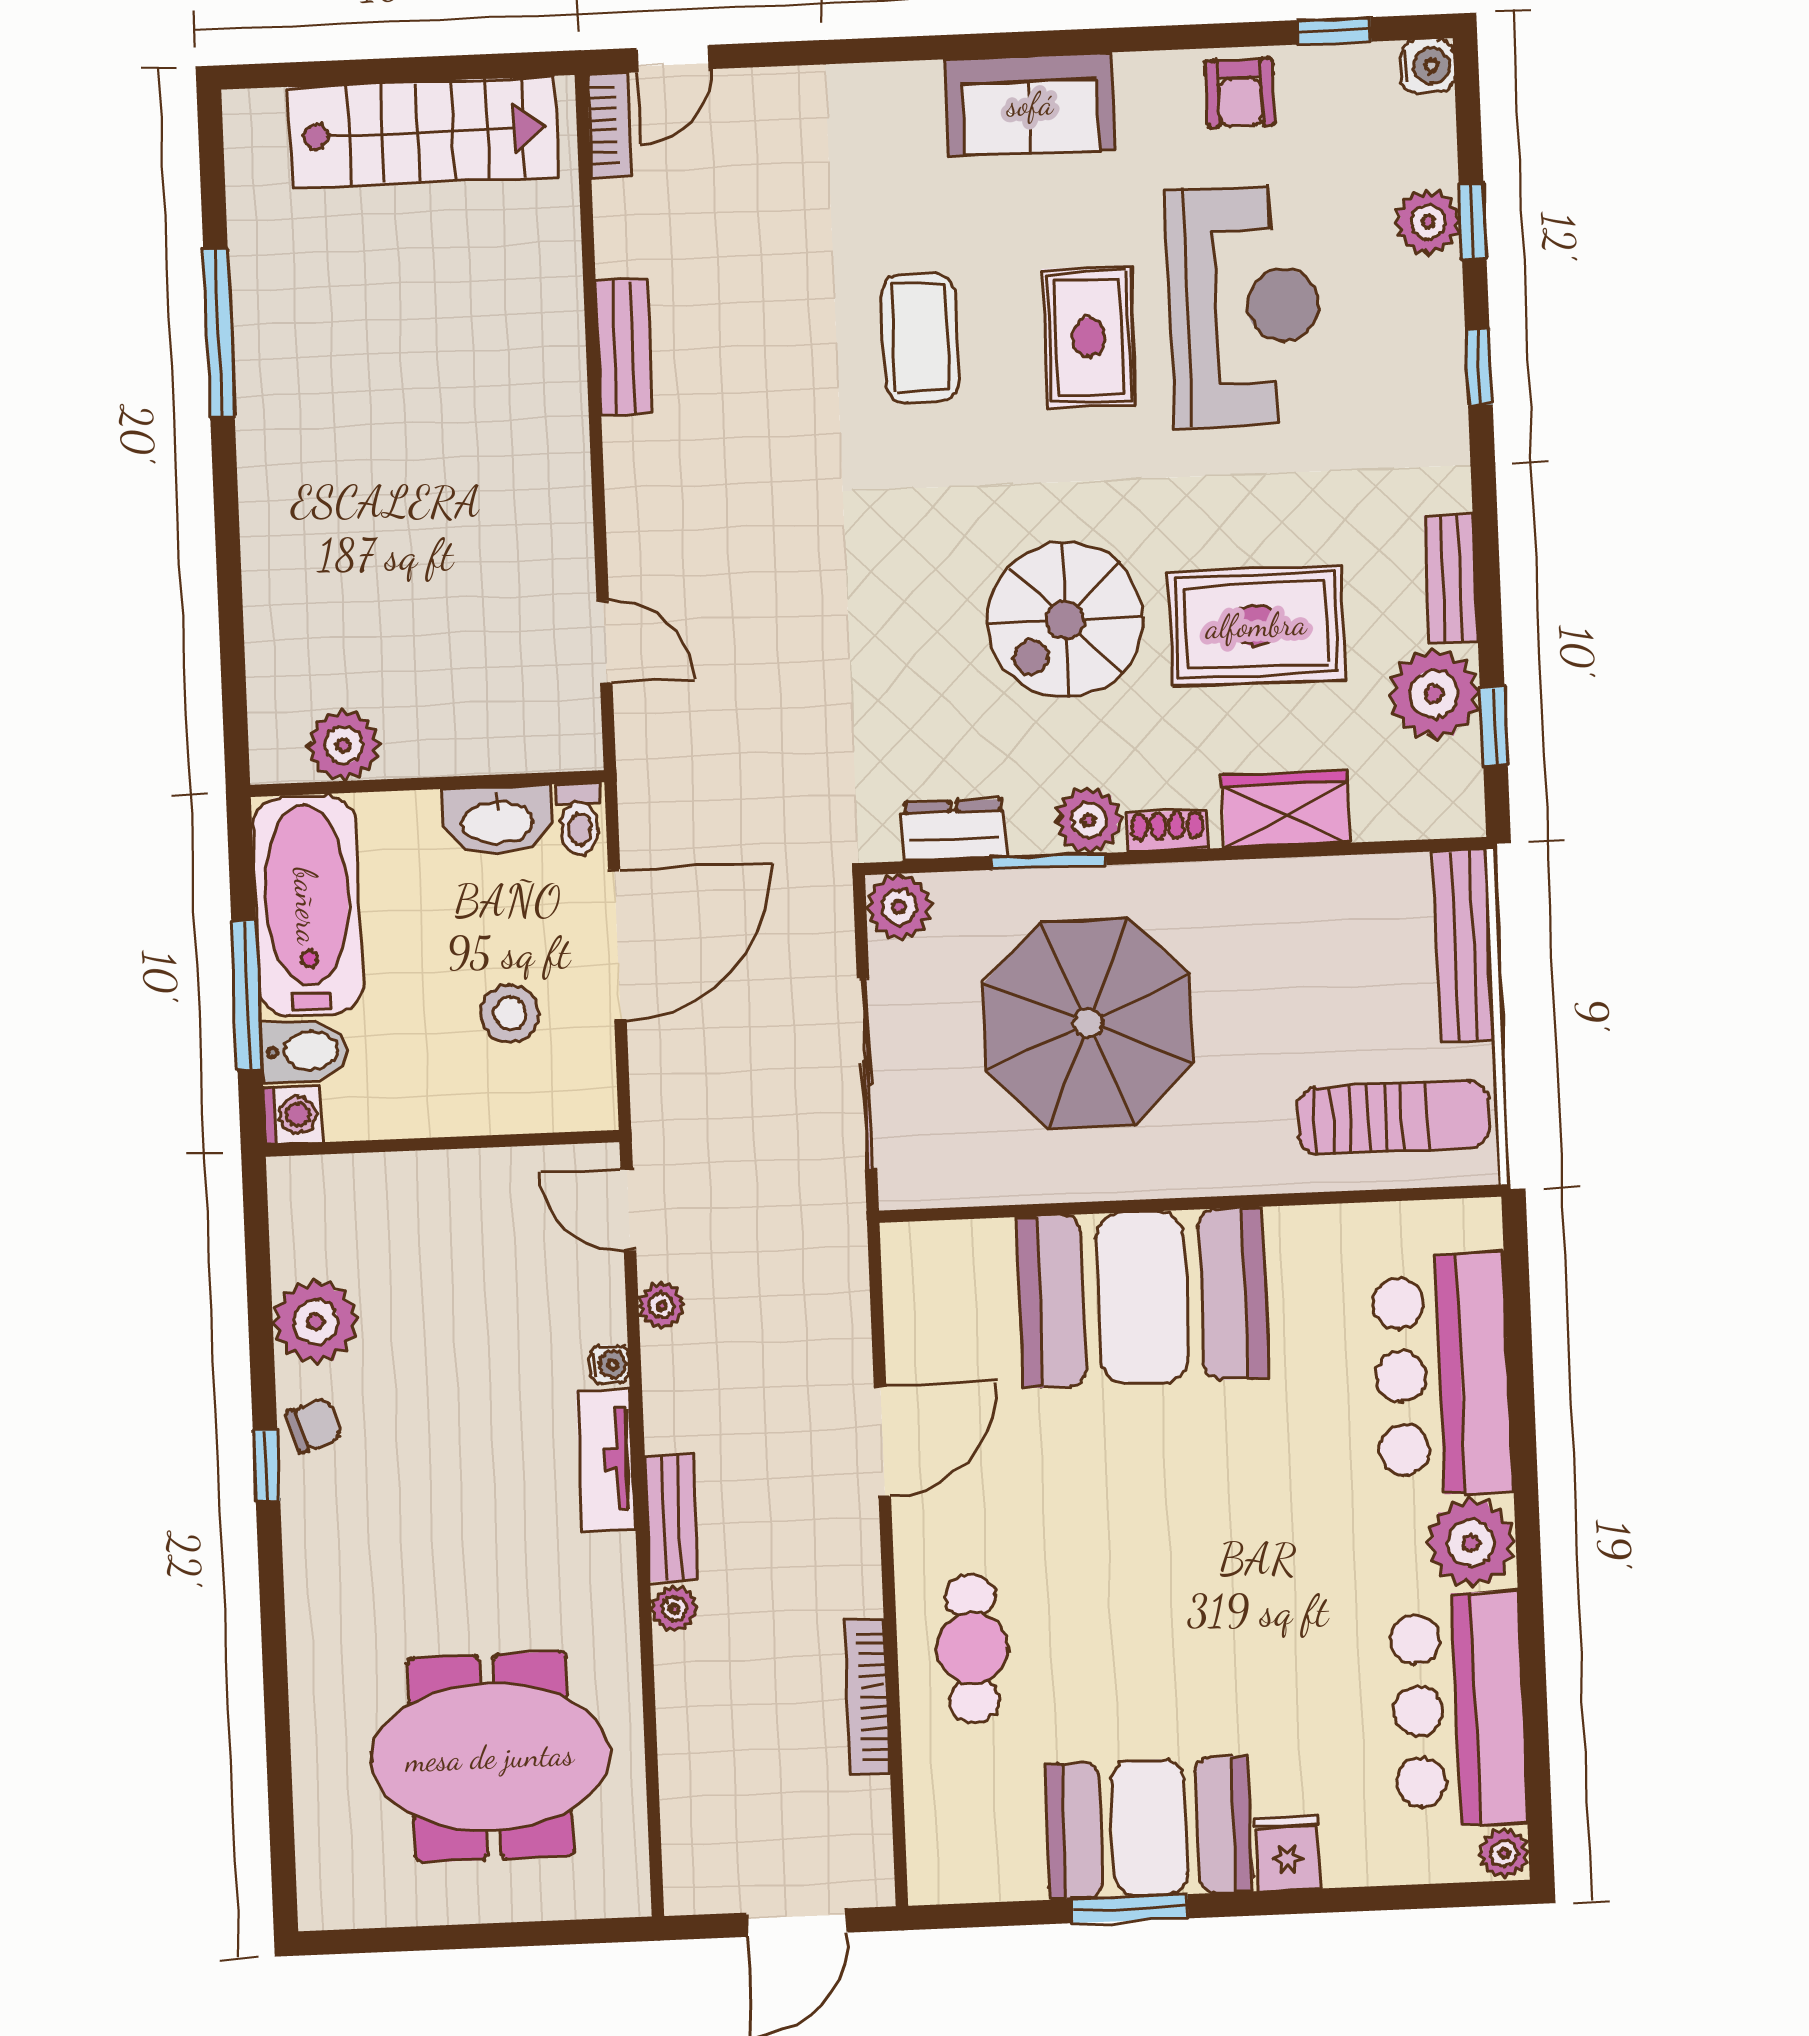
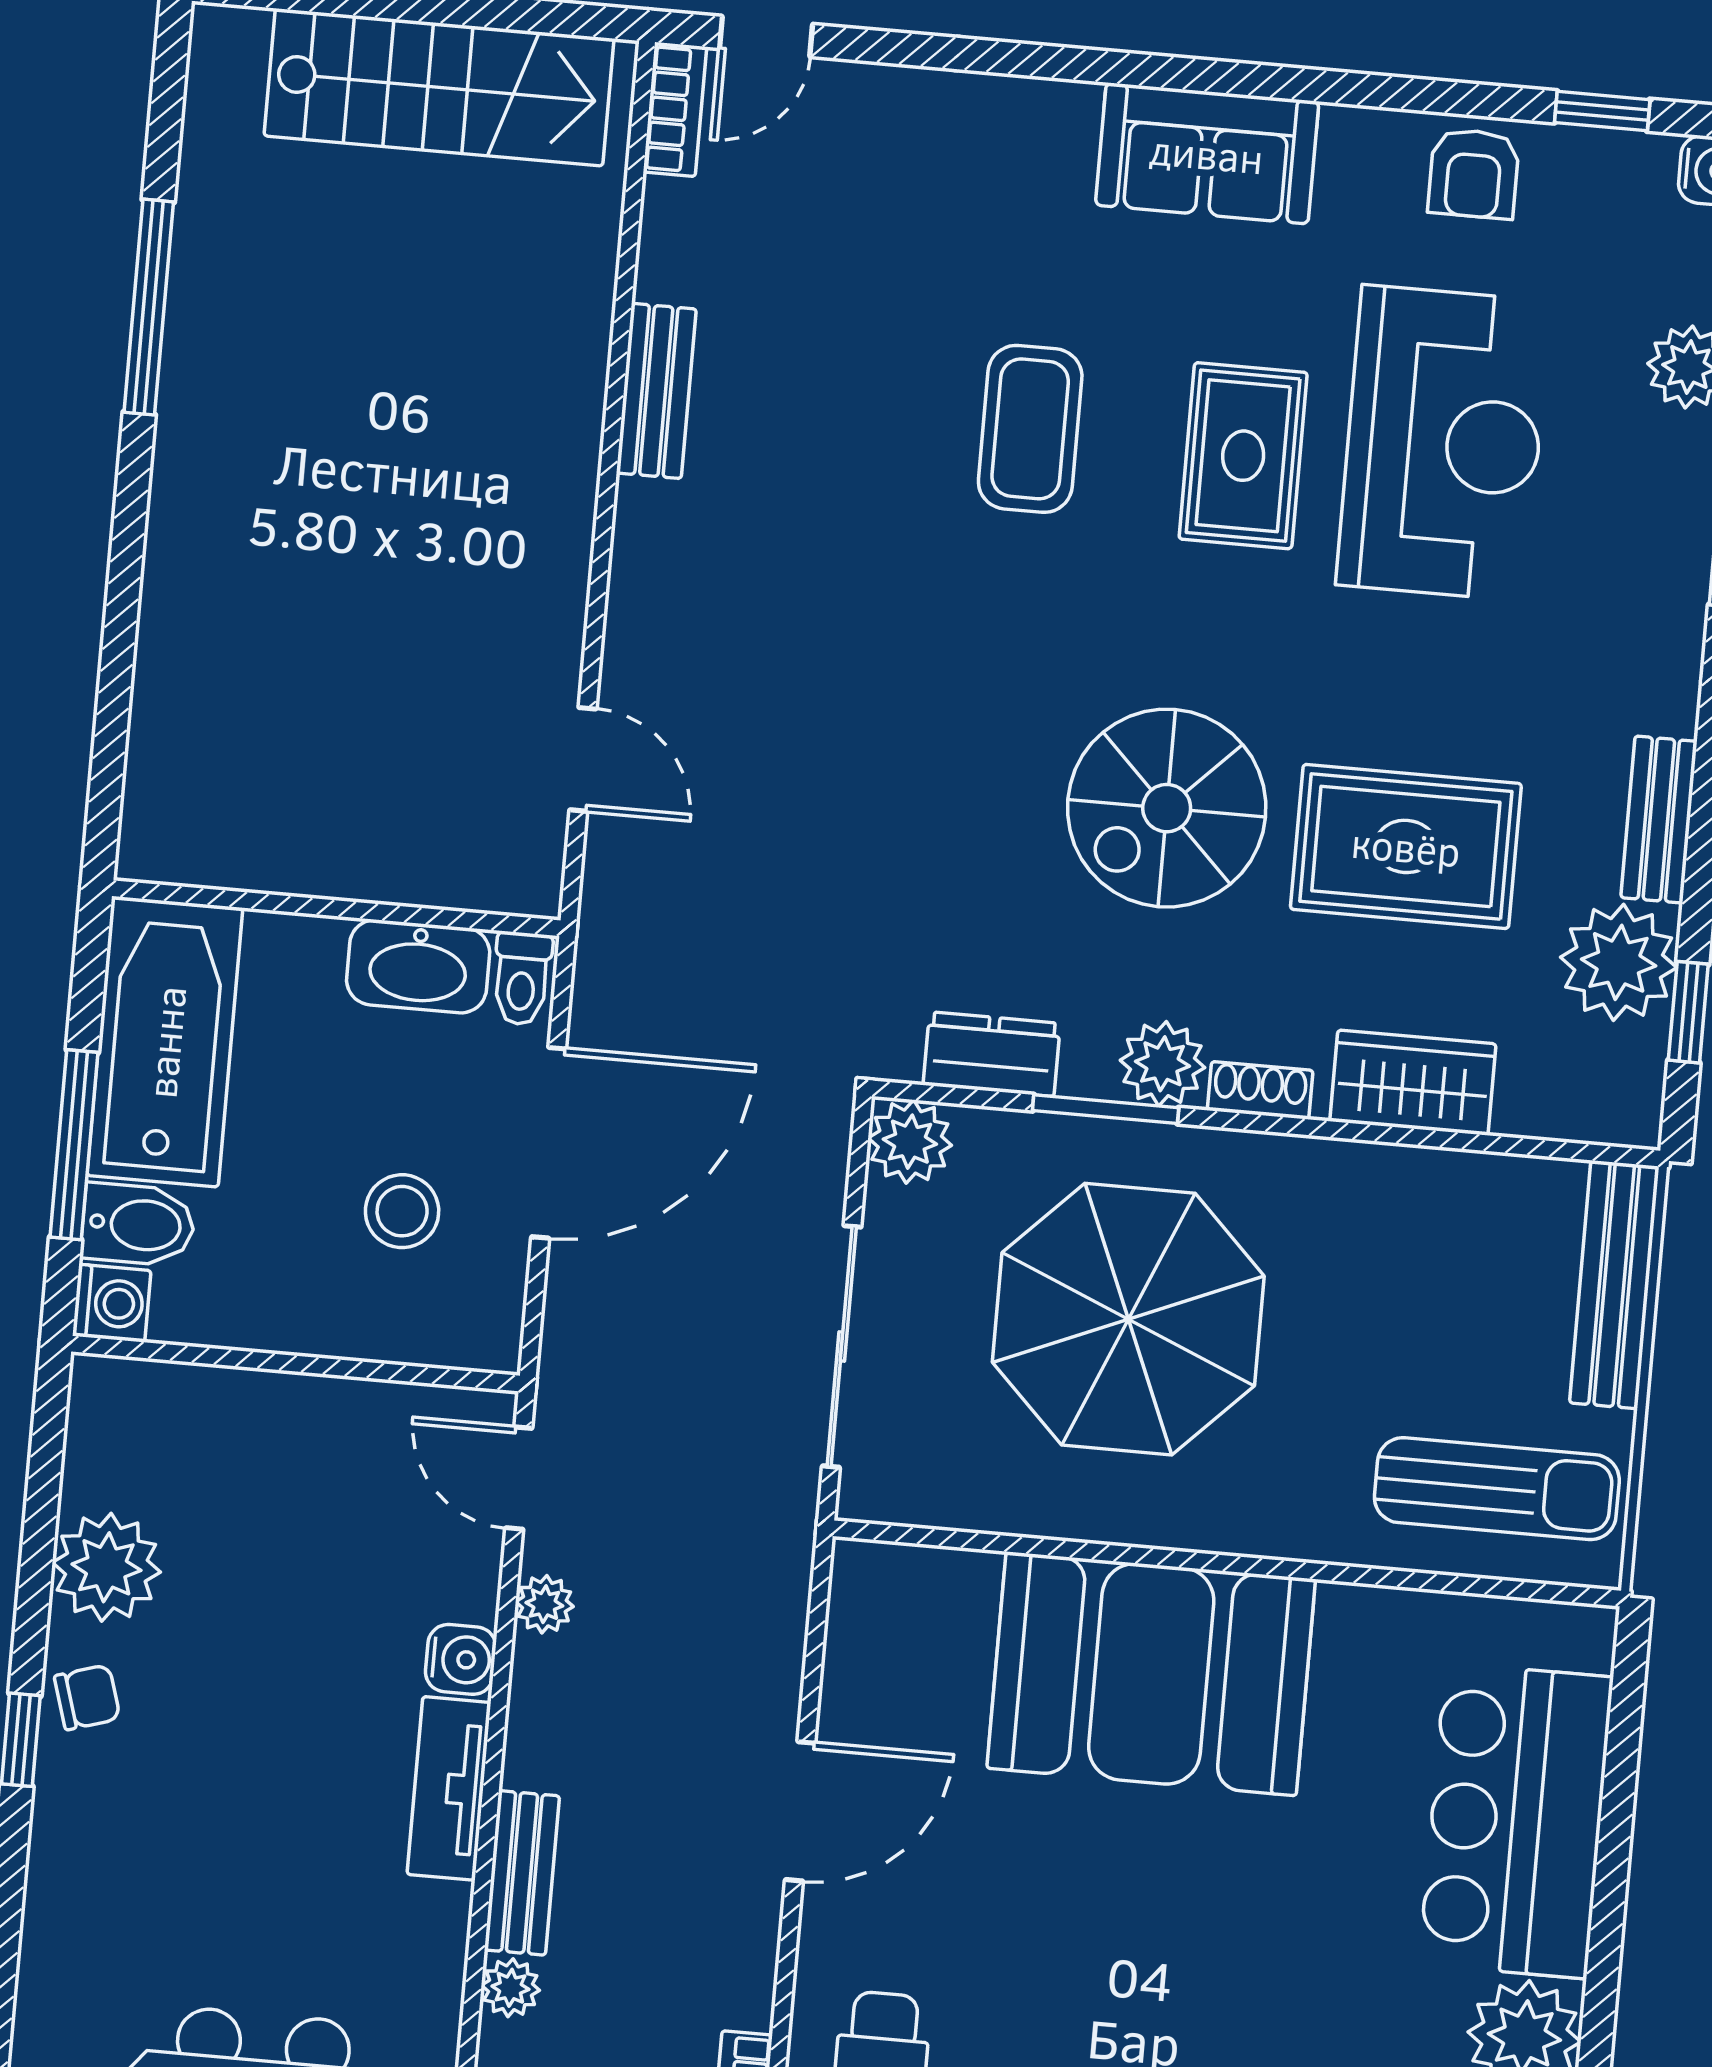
plant: (344, 745) -> (237, 846), removed
water cooler: (609, 1364) -> (461, 1659), width x1.38, depth x1.38

